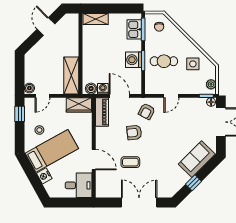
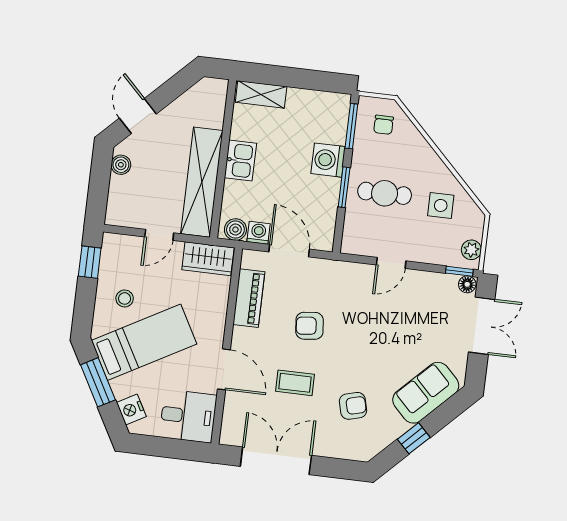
door: (46, 26) -> (138, 116), moved
kitchen sink: (134, 29) -> (240, 161), moved, turned 180
washing machine: (133, 60) -> (328, 160), moved
shelving: (71, 75) -> (202, 182), width x1.47
boiler: (29, 88) -> (121, 165), moved
door: (42, 96) -> (159, 235), moved
armchair: (147, 111) -> (353, 406), moved, turned -133
piano: (102, 112) -> (249, 298), moved
window: (31, 174) -> (98, 382), added
nightstand: (44, 176) -> (131, 410), moved
double door: (139, 203) -> (276, 461), moved

